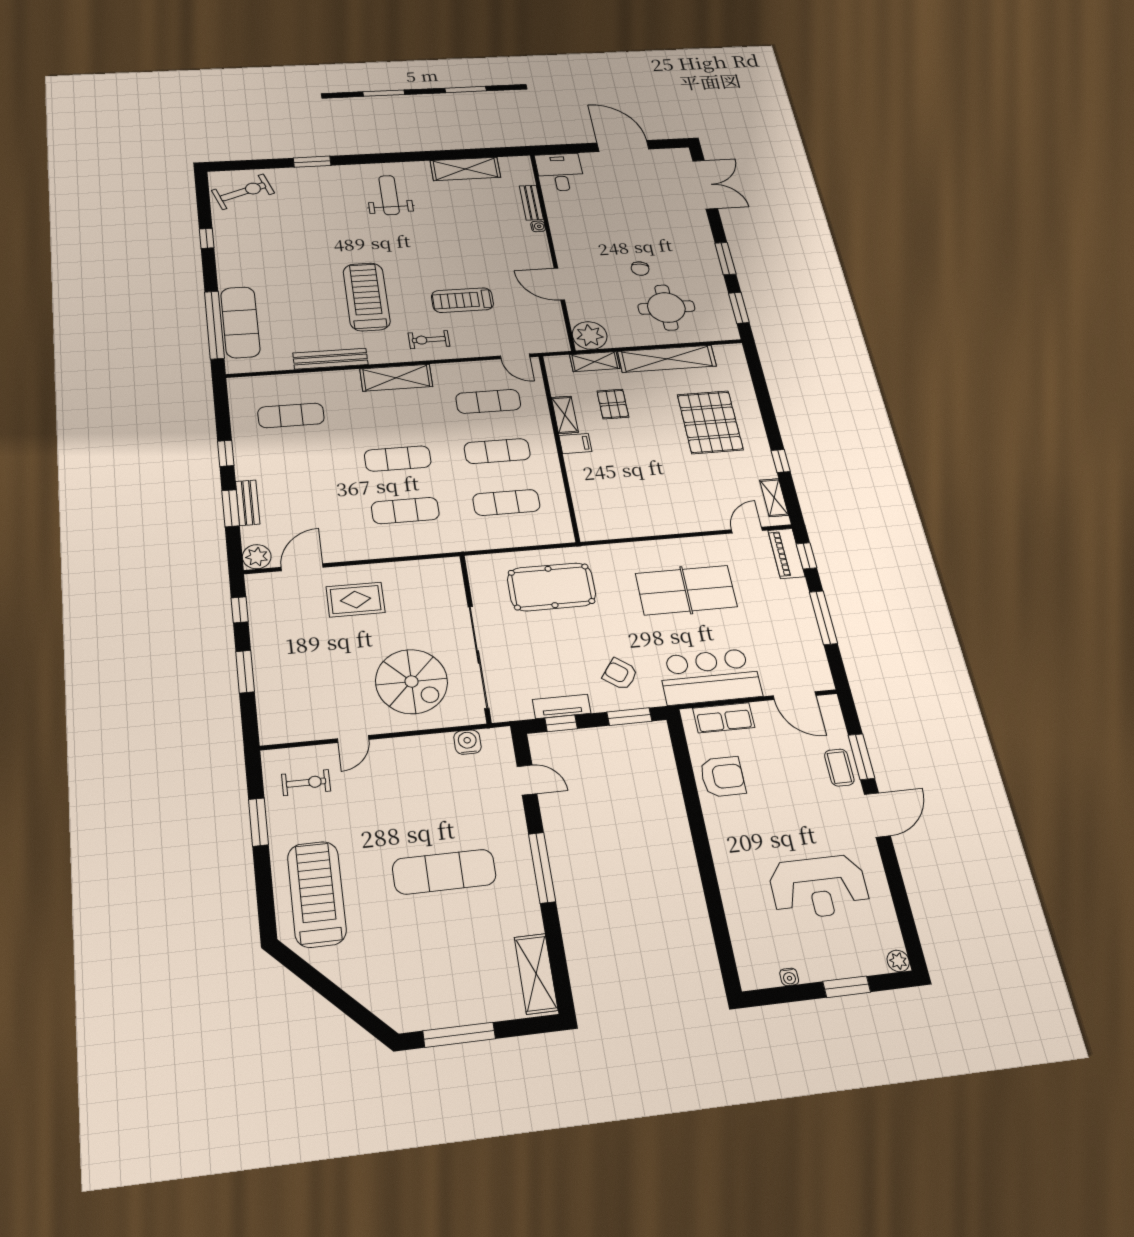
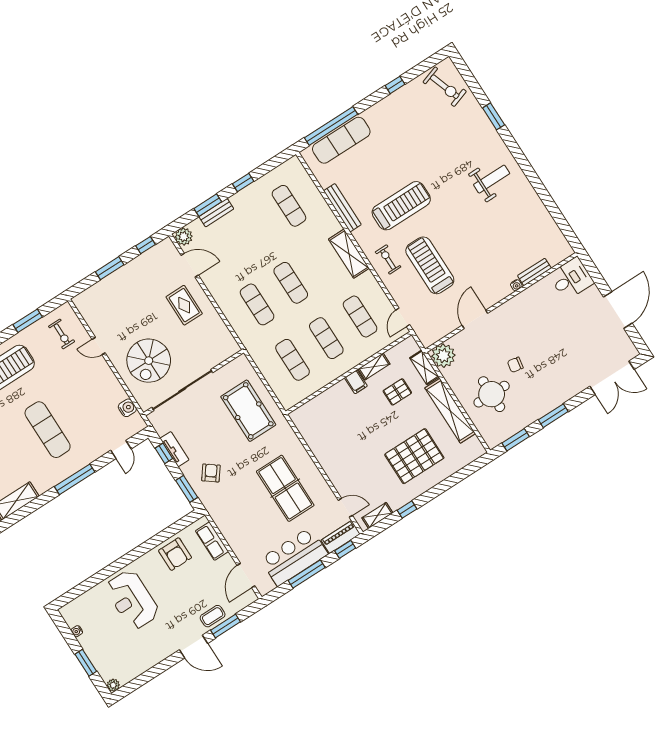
shelving: (465, 169) -> (541, 217), removed
treadmill: (462, 300) -> (430, 265), width x1.37, depth x1.38
bar counter: (710, 677) -> (294, 557), moved, turned -90
reception desk: (819, 887) -> (132, 600), moved

